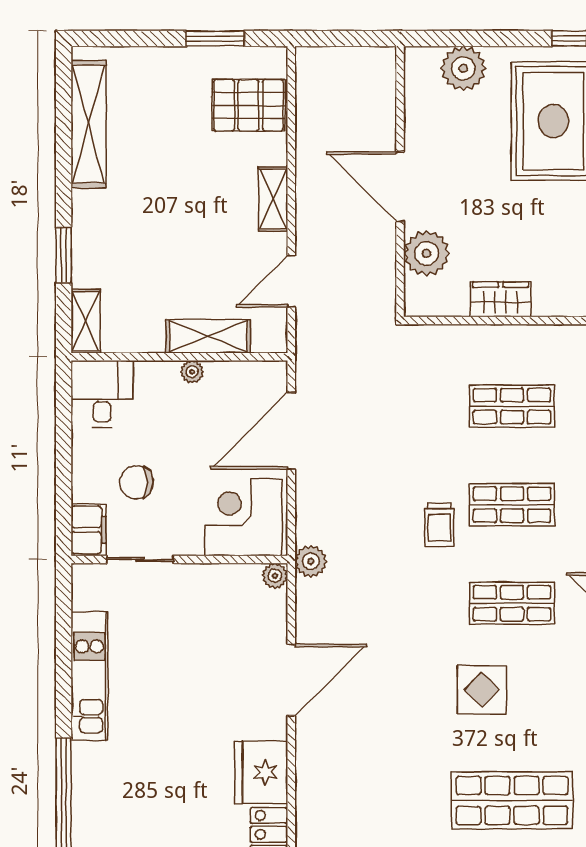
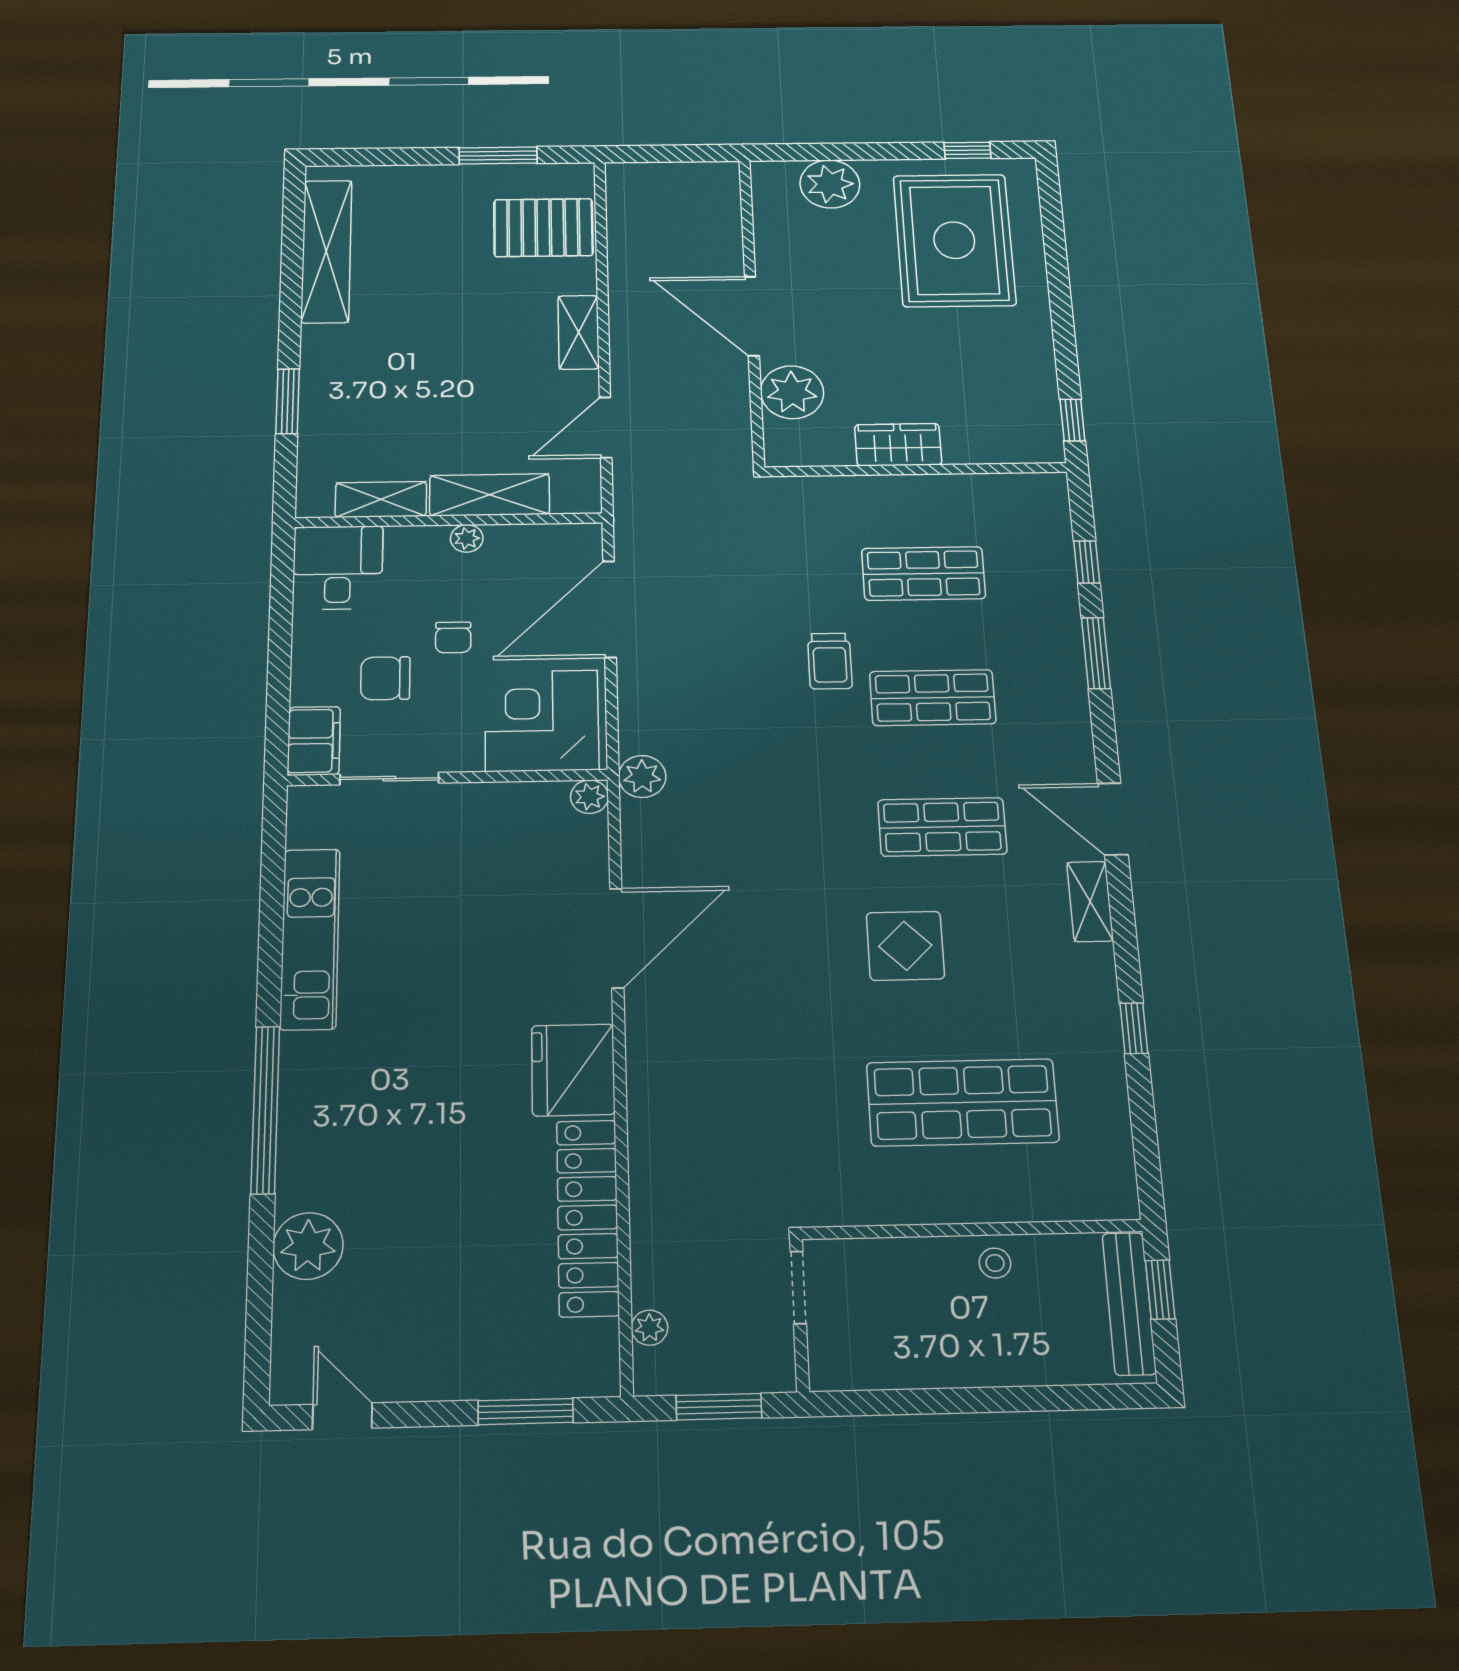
shelving: (86, 321) -> (381, 499), moved, turned 90
chair: (183, 451) -> (453, 637), added
trolley: (439, 525) -> (830, 661), moved

